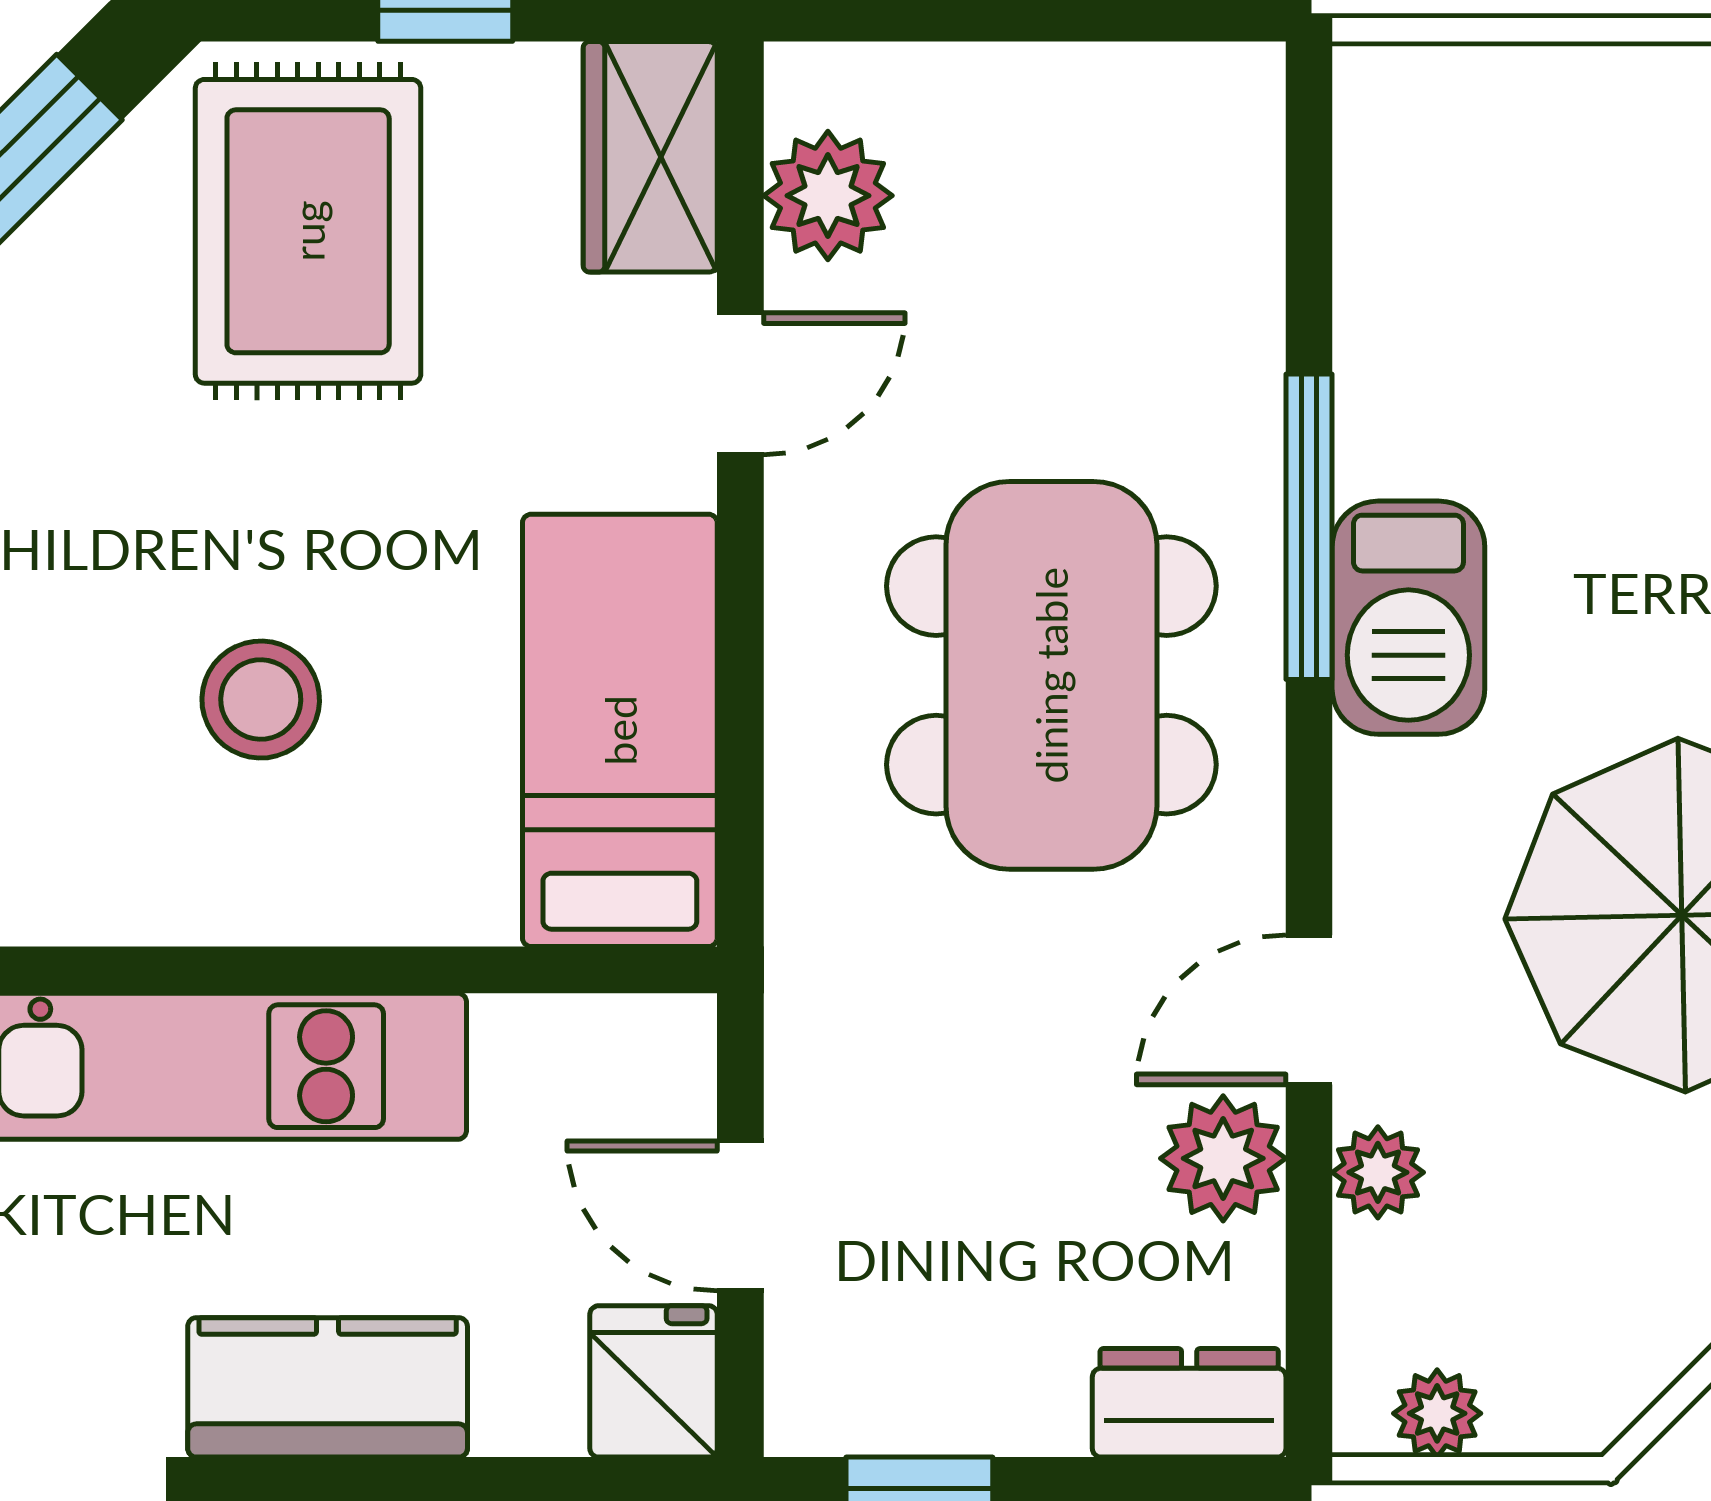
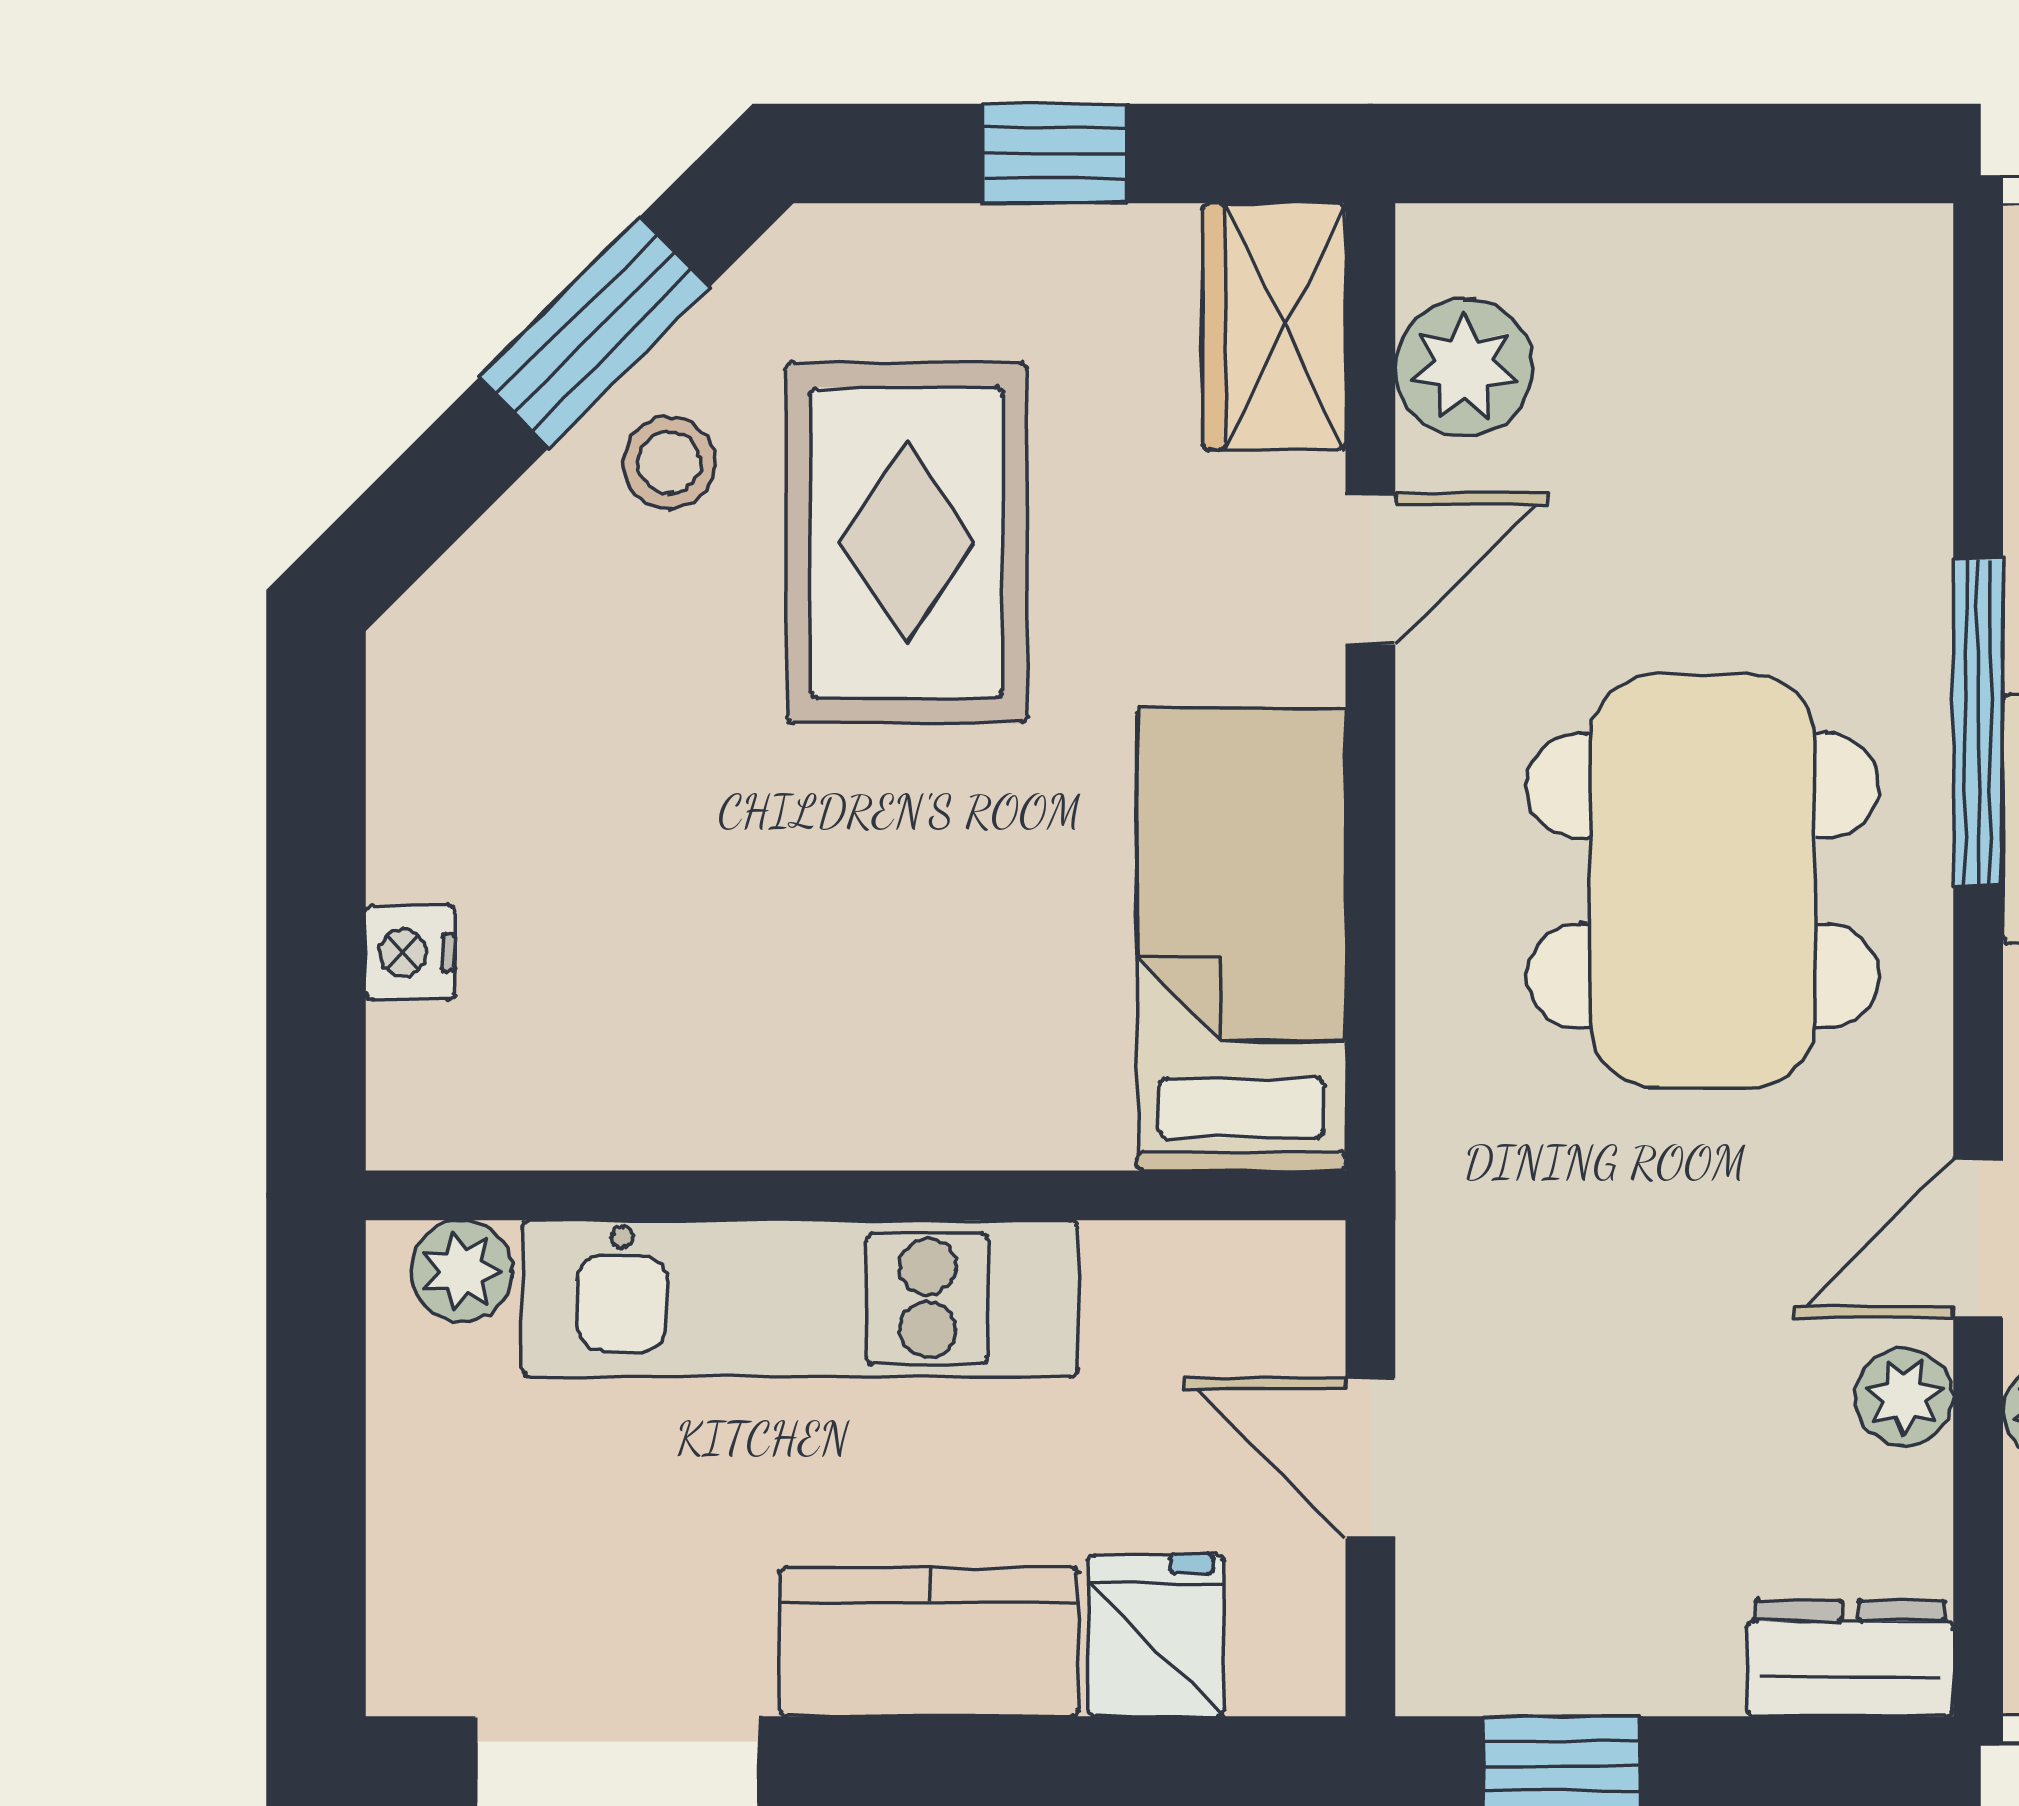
rug: (308, 231) -> (907, 543), moved
stool: (261, 700) -> (669, 463), moved, width x0.73, depth x0.73
plant: (1223, 1158) -> (1905, 1397), width x0.73, depth x0.73
fridge: (654, 1381) -> (1156, 1635), moved

